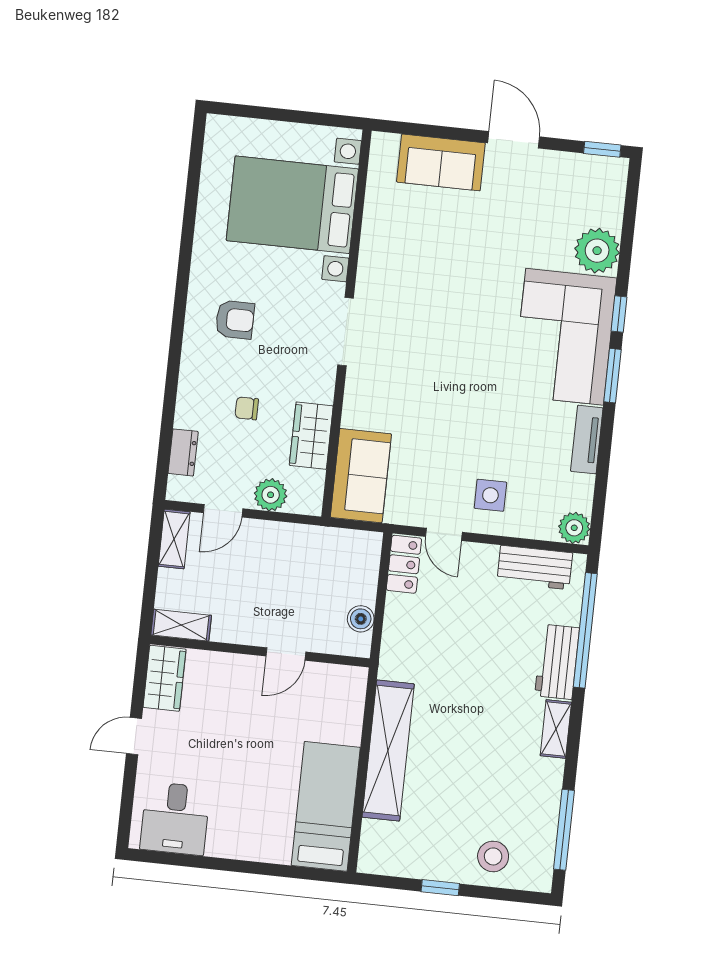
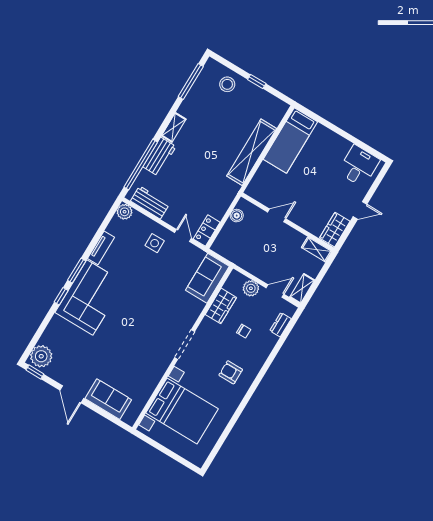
plant: (597, 251) -> (41, 356), moved

